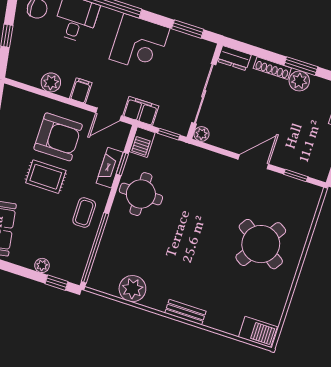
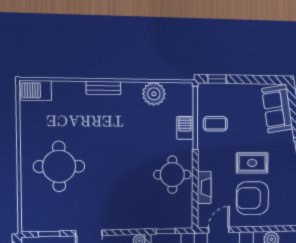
barbecue: (142, 142) -> (185, 128), moved
window: (122, 164) -> (195, 194), removed
coffee table: (84, 213) -> (215, 124), moved, turned 90
round table: (261, 244) -> (59, 166), turned -33
plant: (42, 265) -> (233, 90), removed

